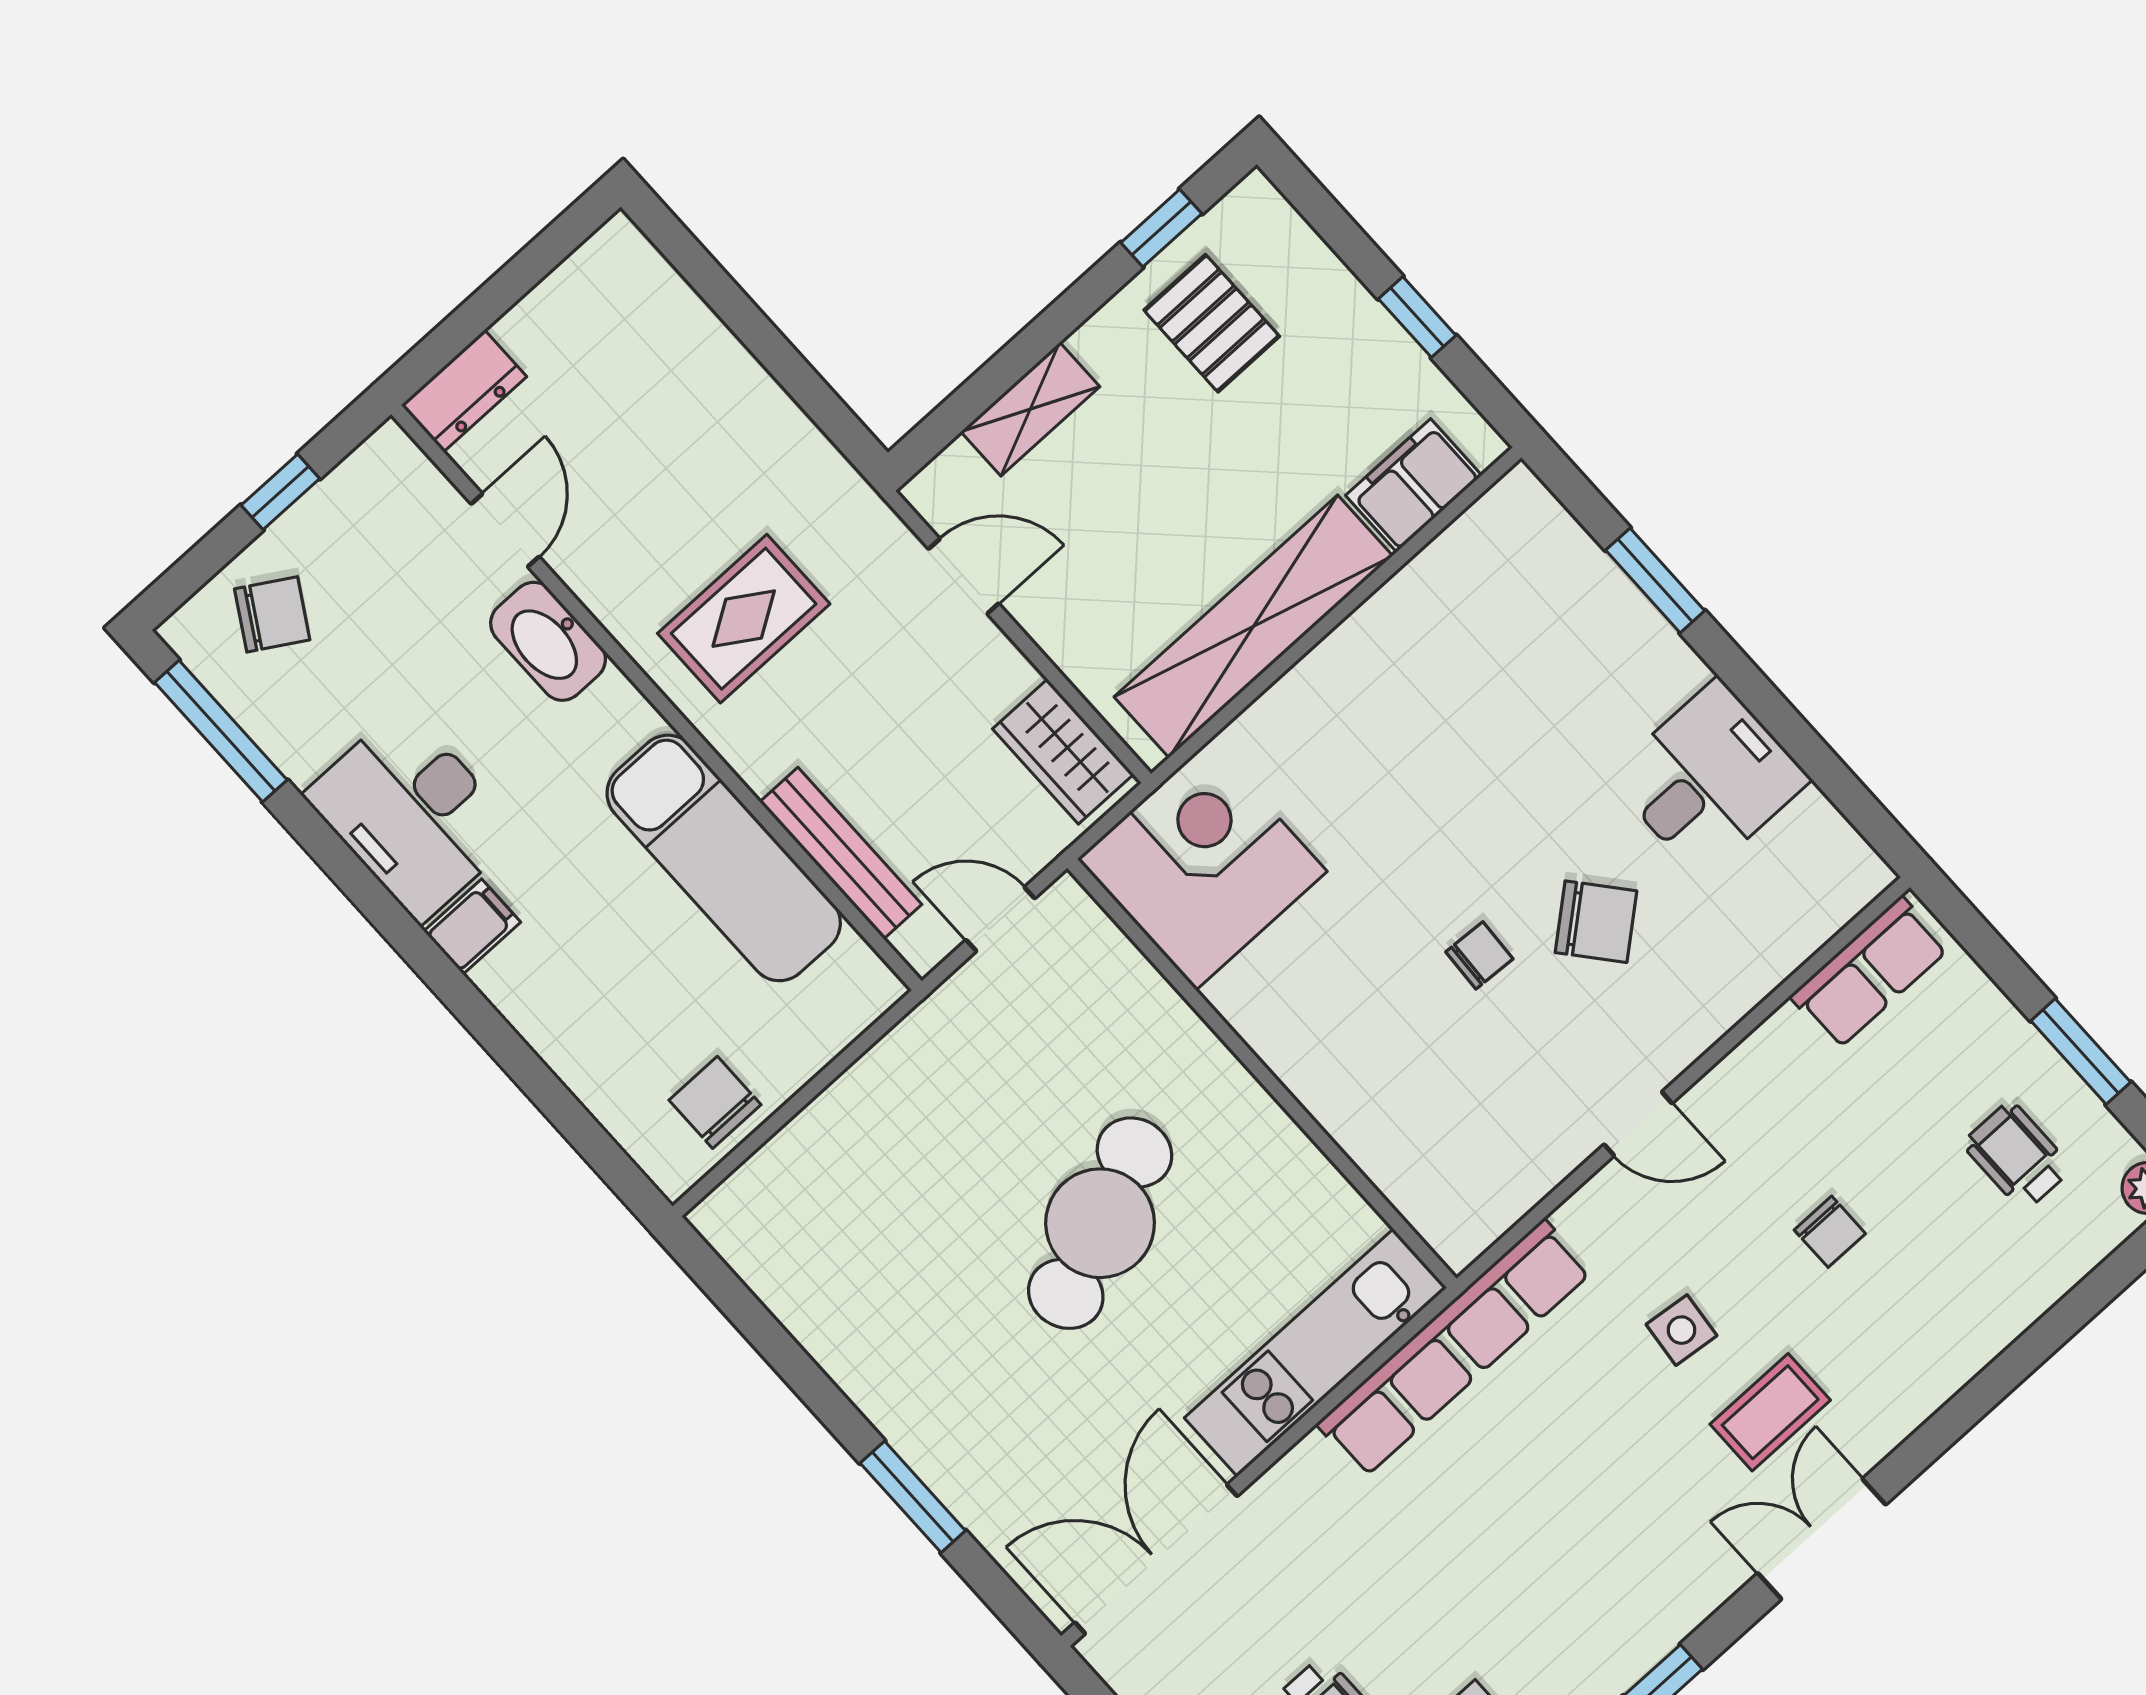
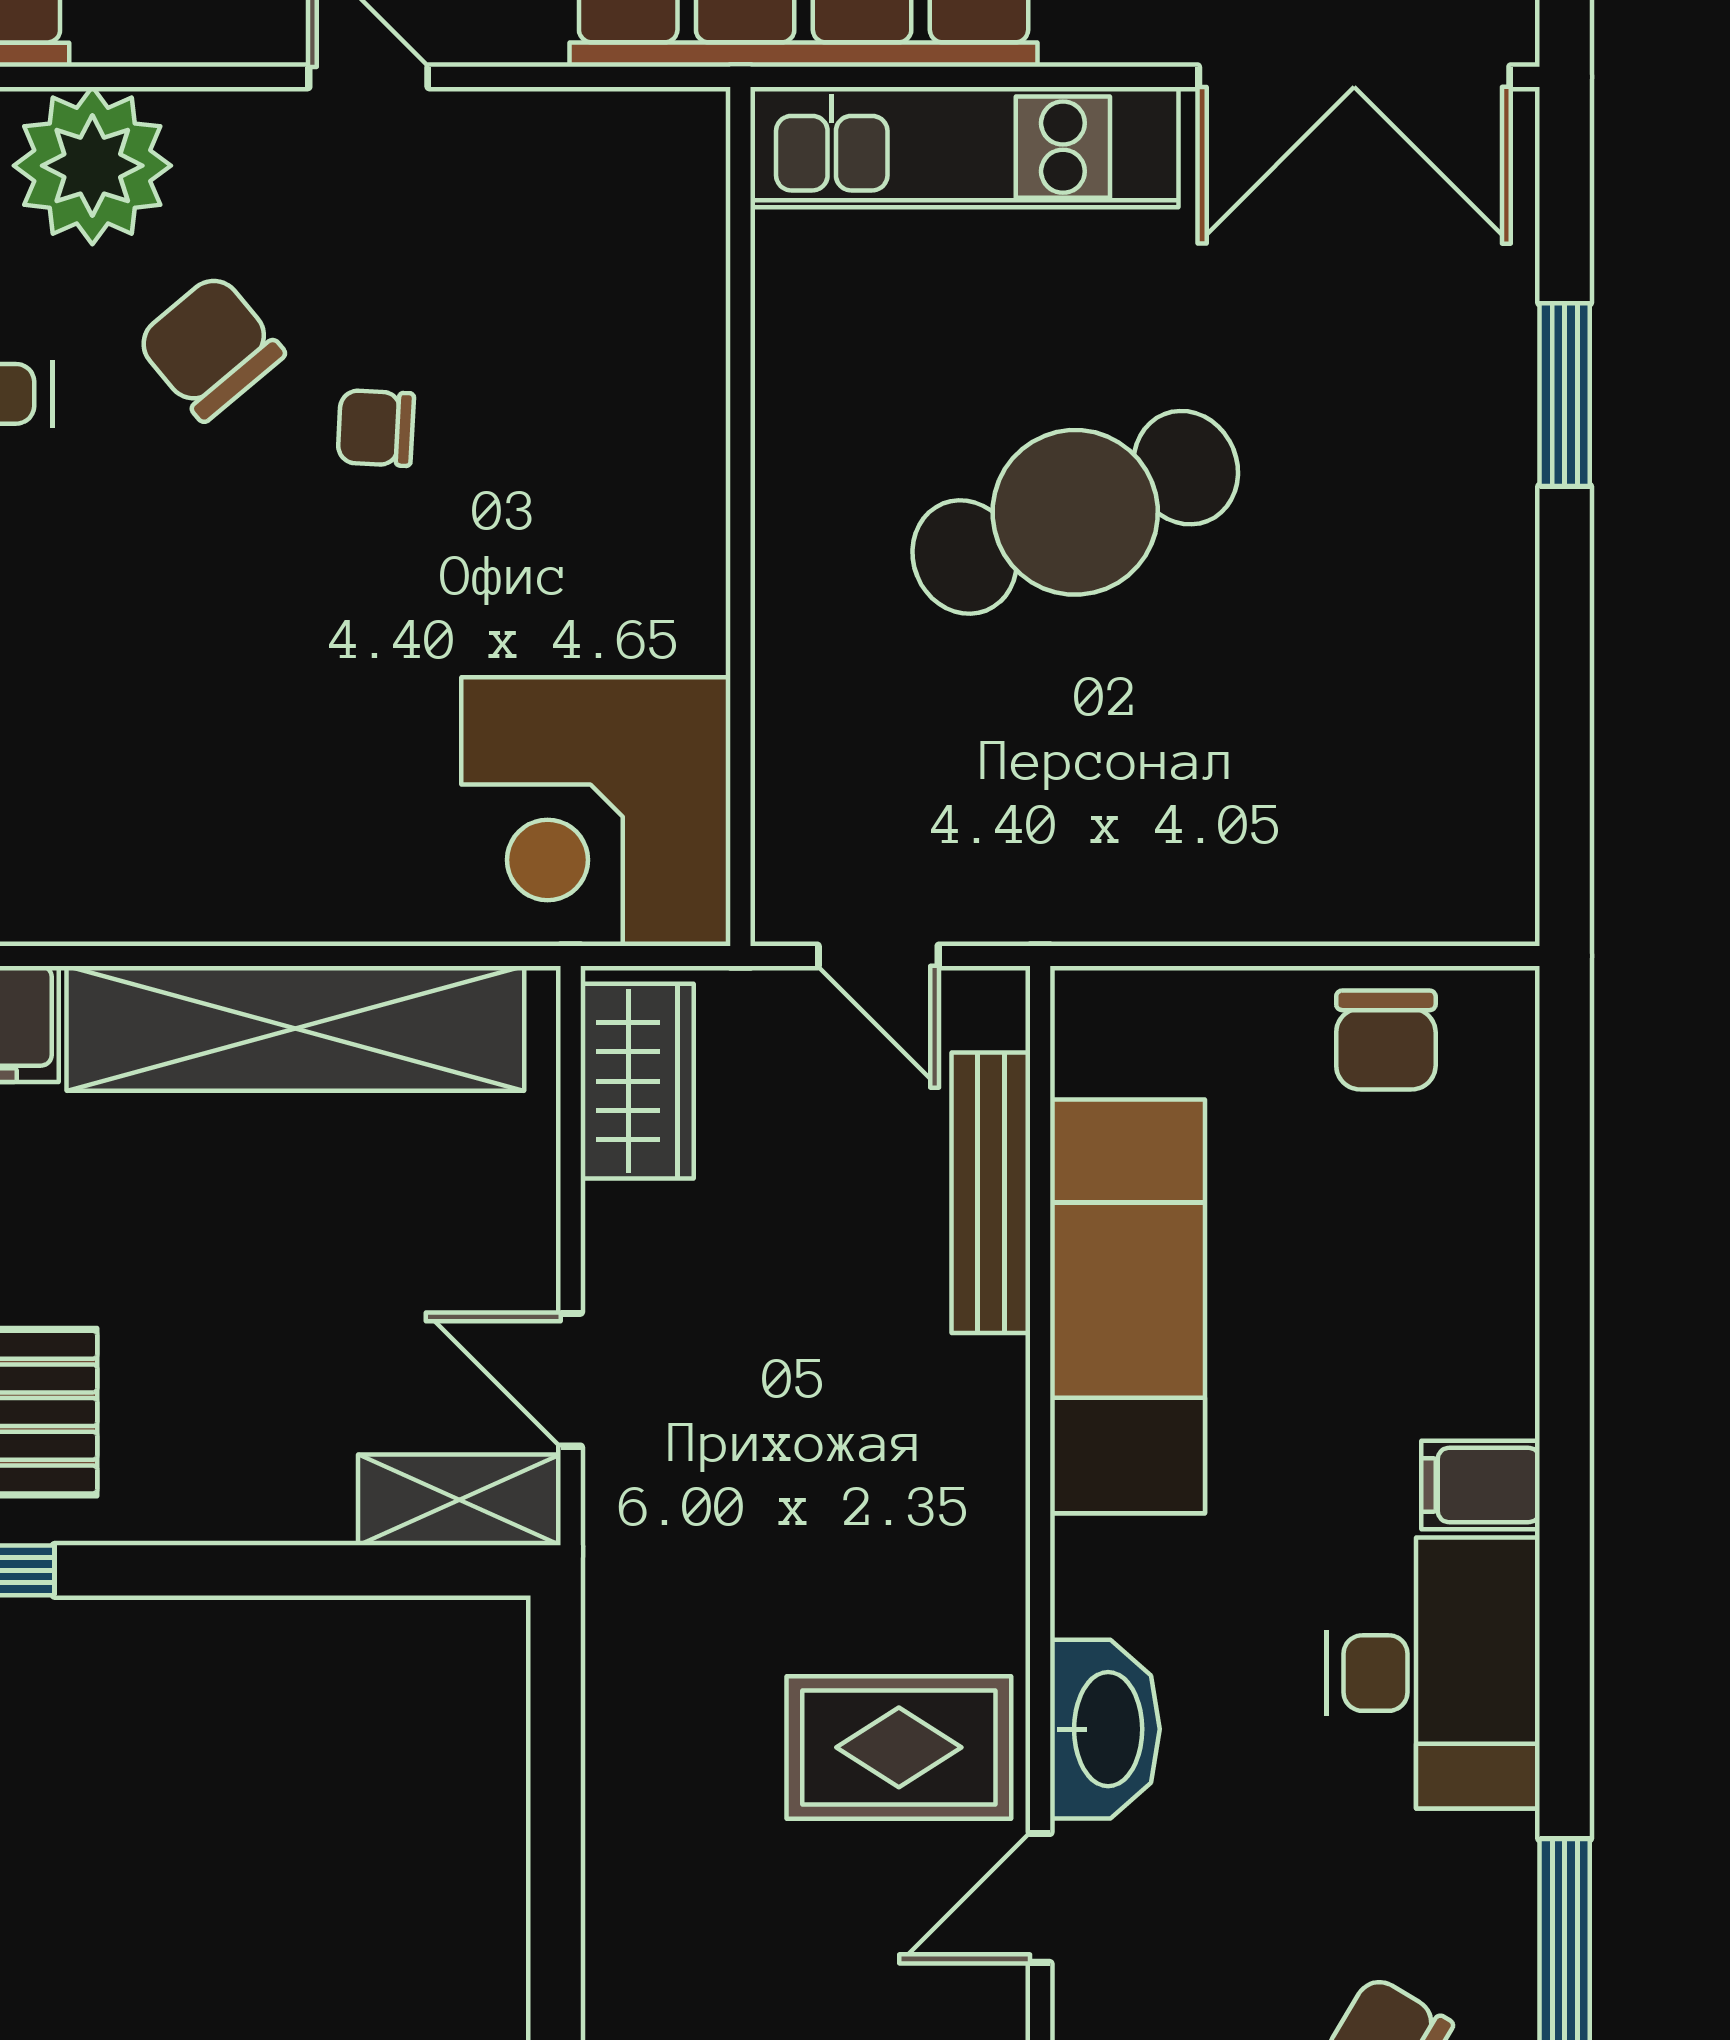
shelving: (1030, 409) -> (459, 1500), moved
rug: (744, 619) -> (899, 1747), moved
plant: (1734, 958) -> (92, 166), added

